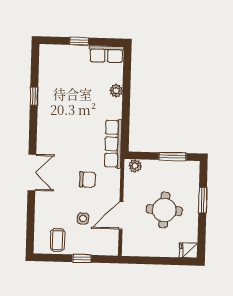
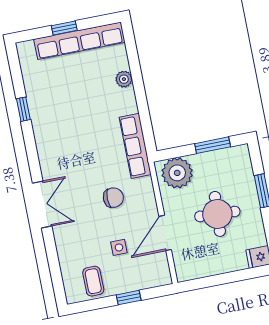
row of seats: (106, 54) -> (79, 41), width x2.02
plant: (135, 166) -> (177, 173), width x1.87, depth x1.87

